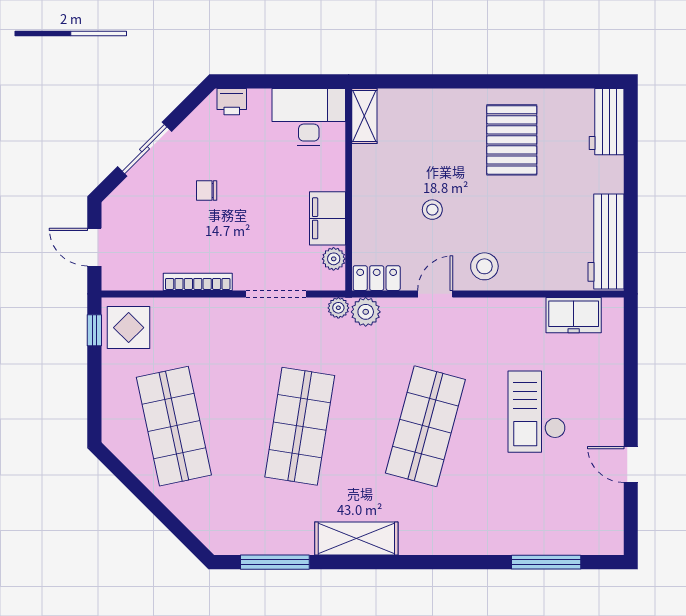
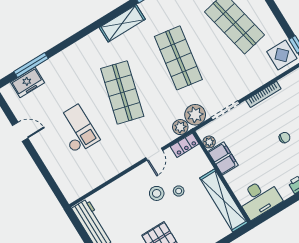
shelving: (364, 116) -> (224, 200), width x2.20, depth x1.33
stool: (484, 266) -> (157, 193), moved
plant: (338, 308) -> (195, 115), width x1.88, depth x1.88
freezer: (574, 315) -> (27, 82), moved, turned 180

